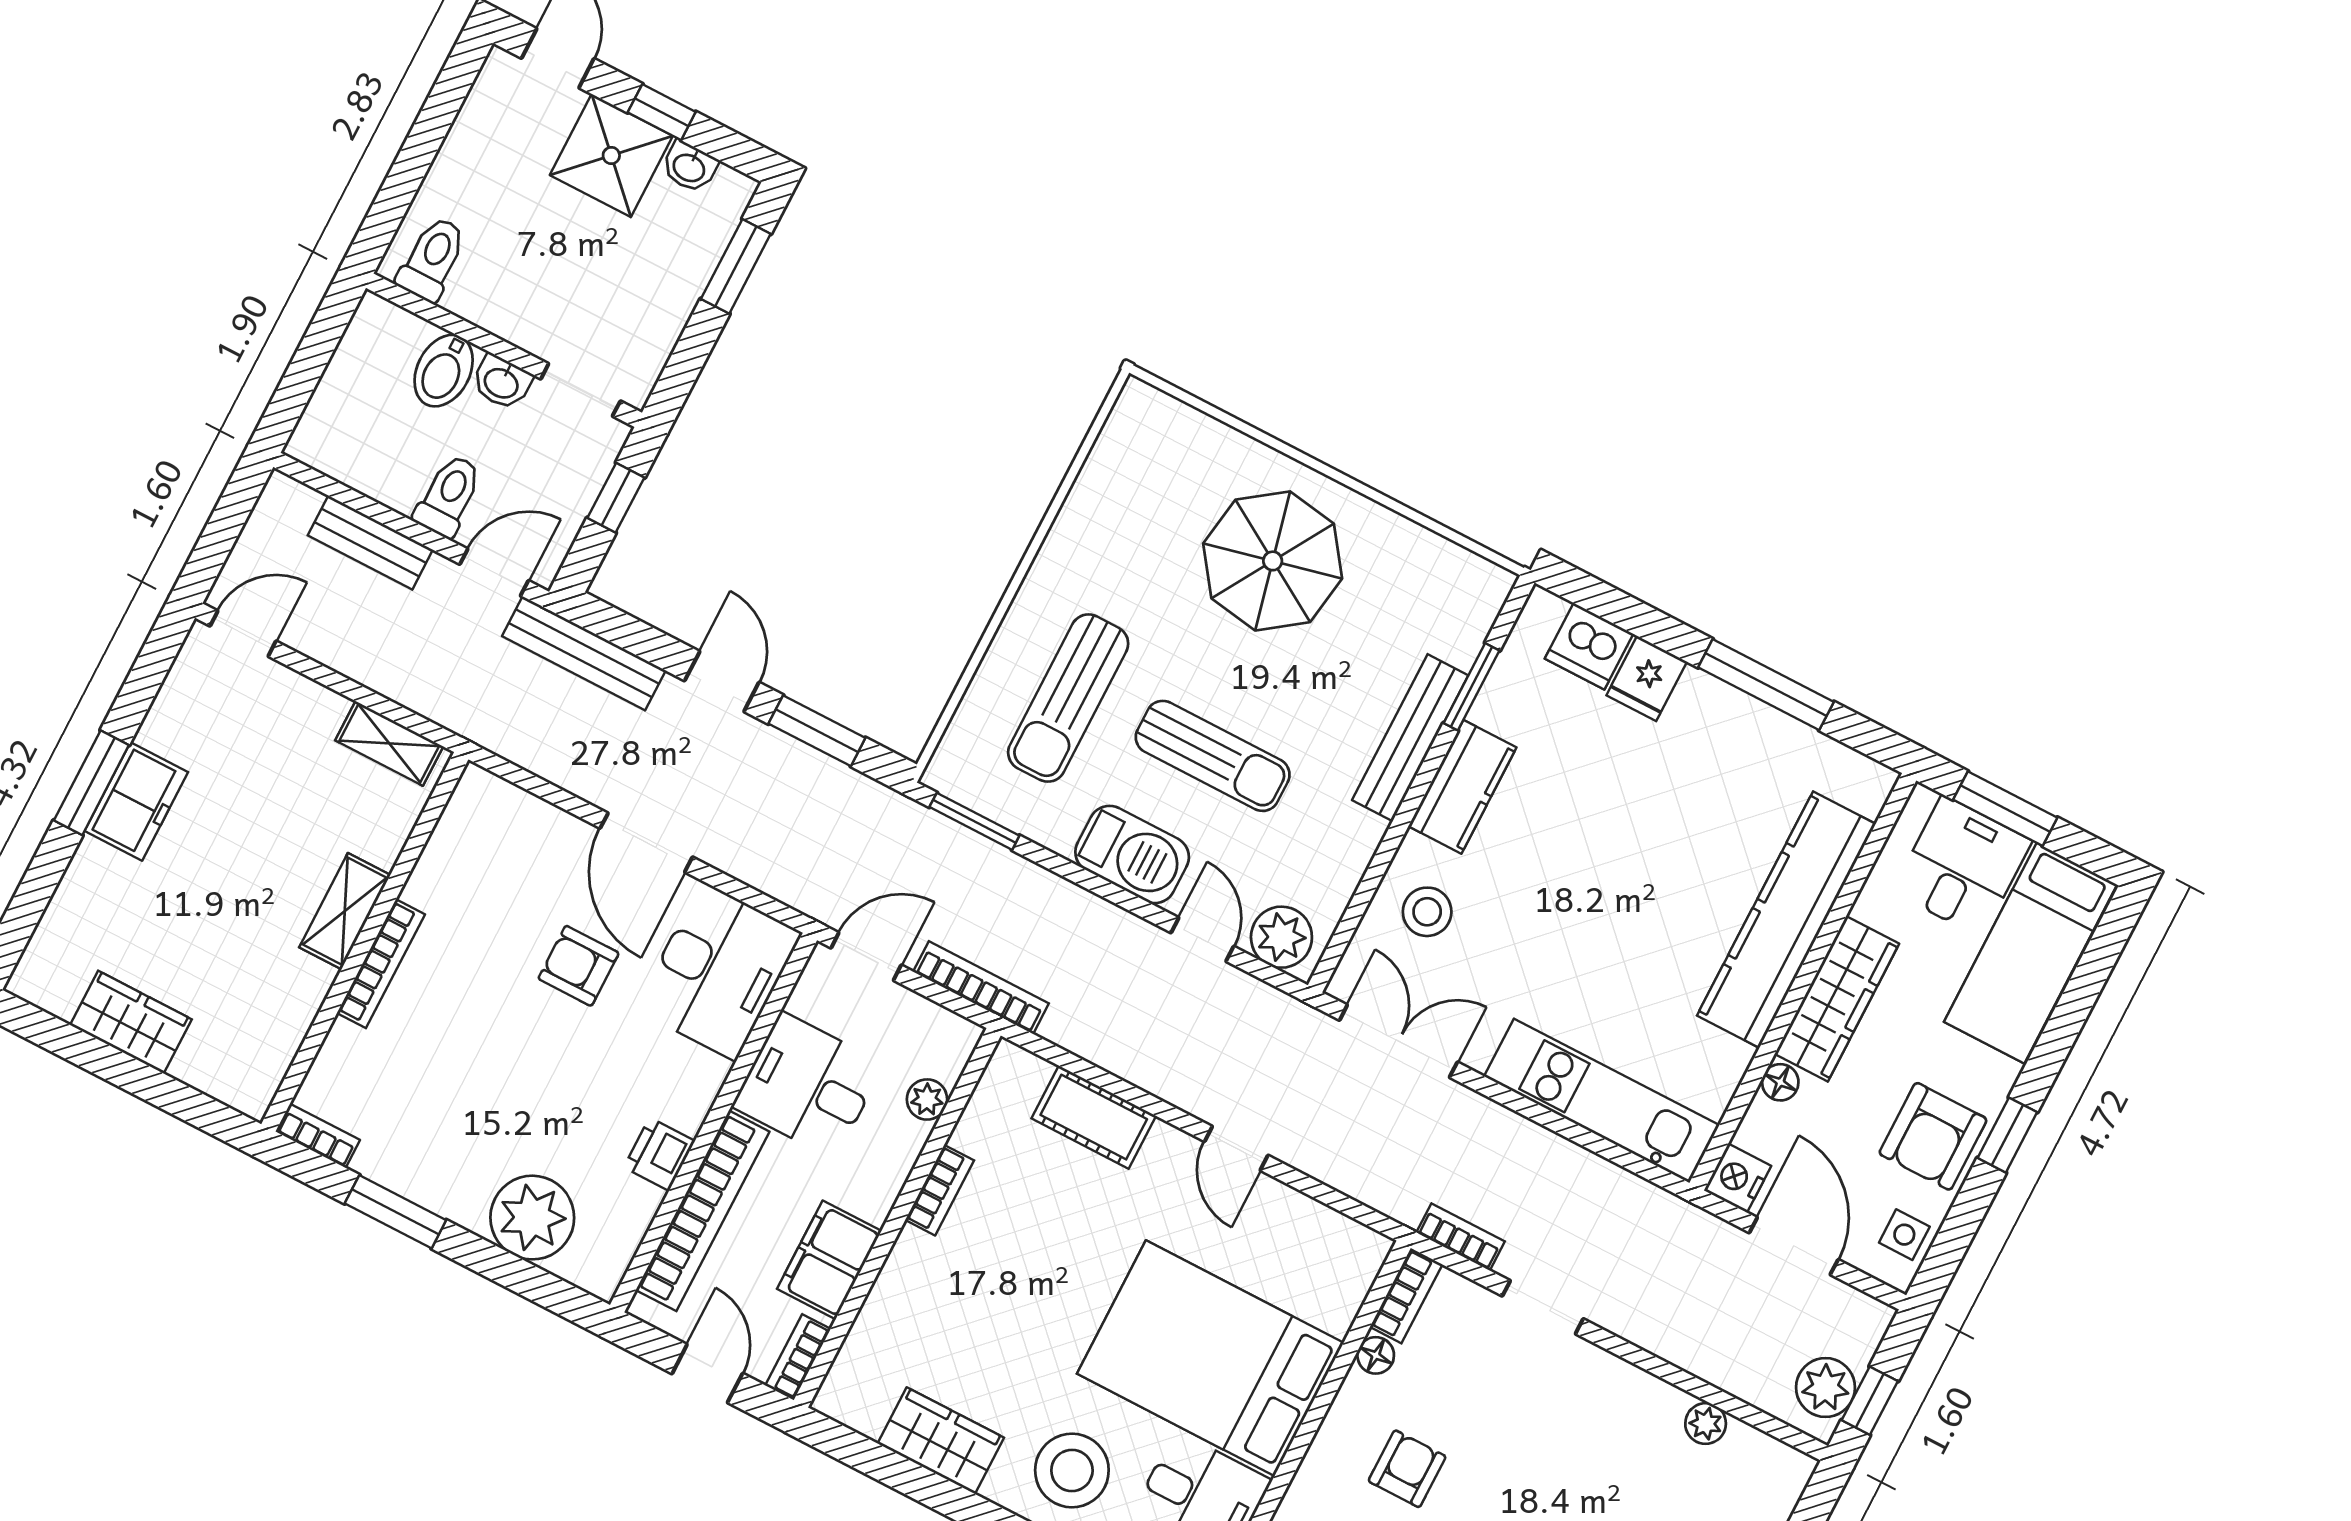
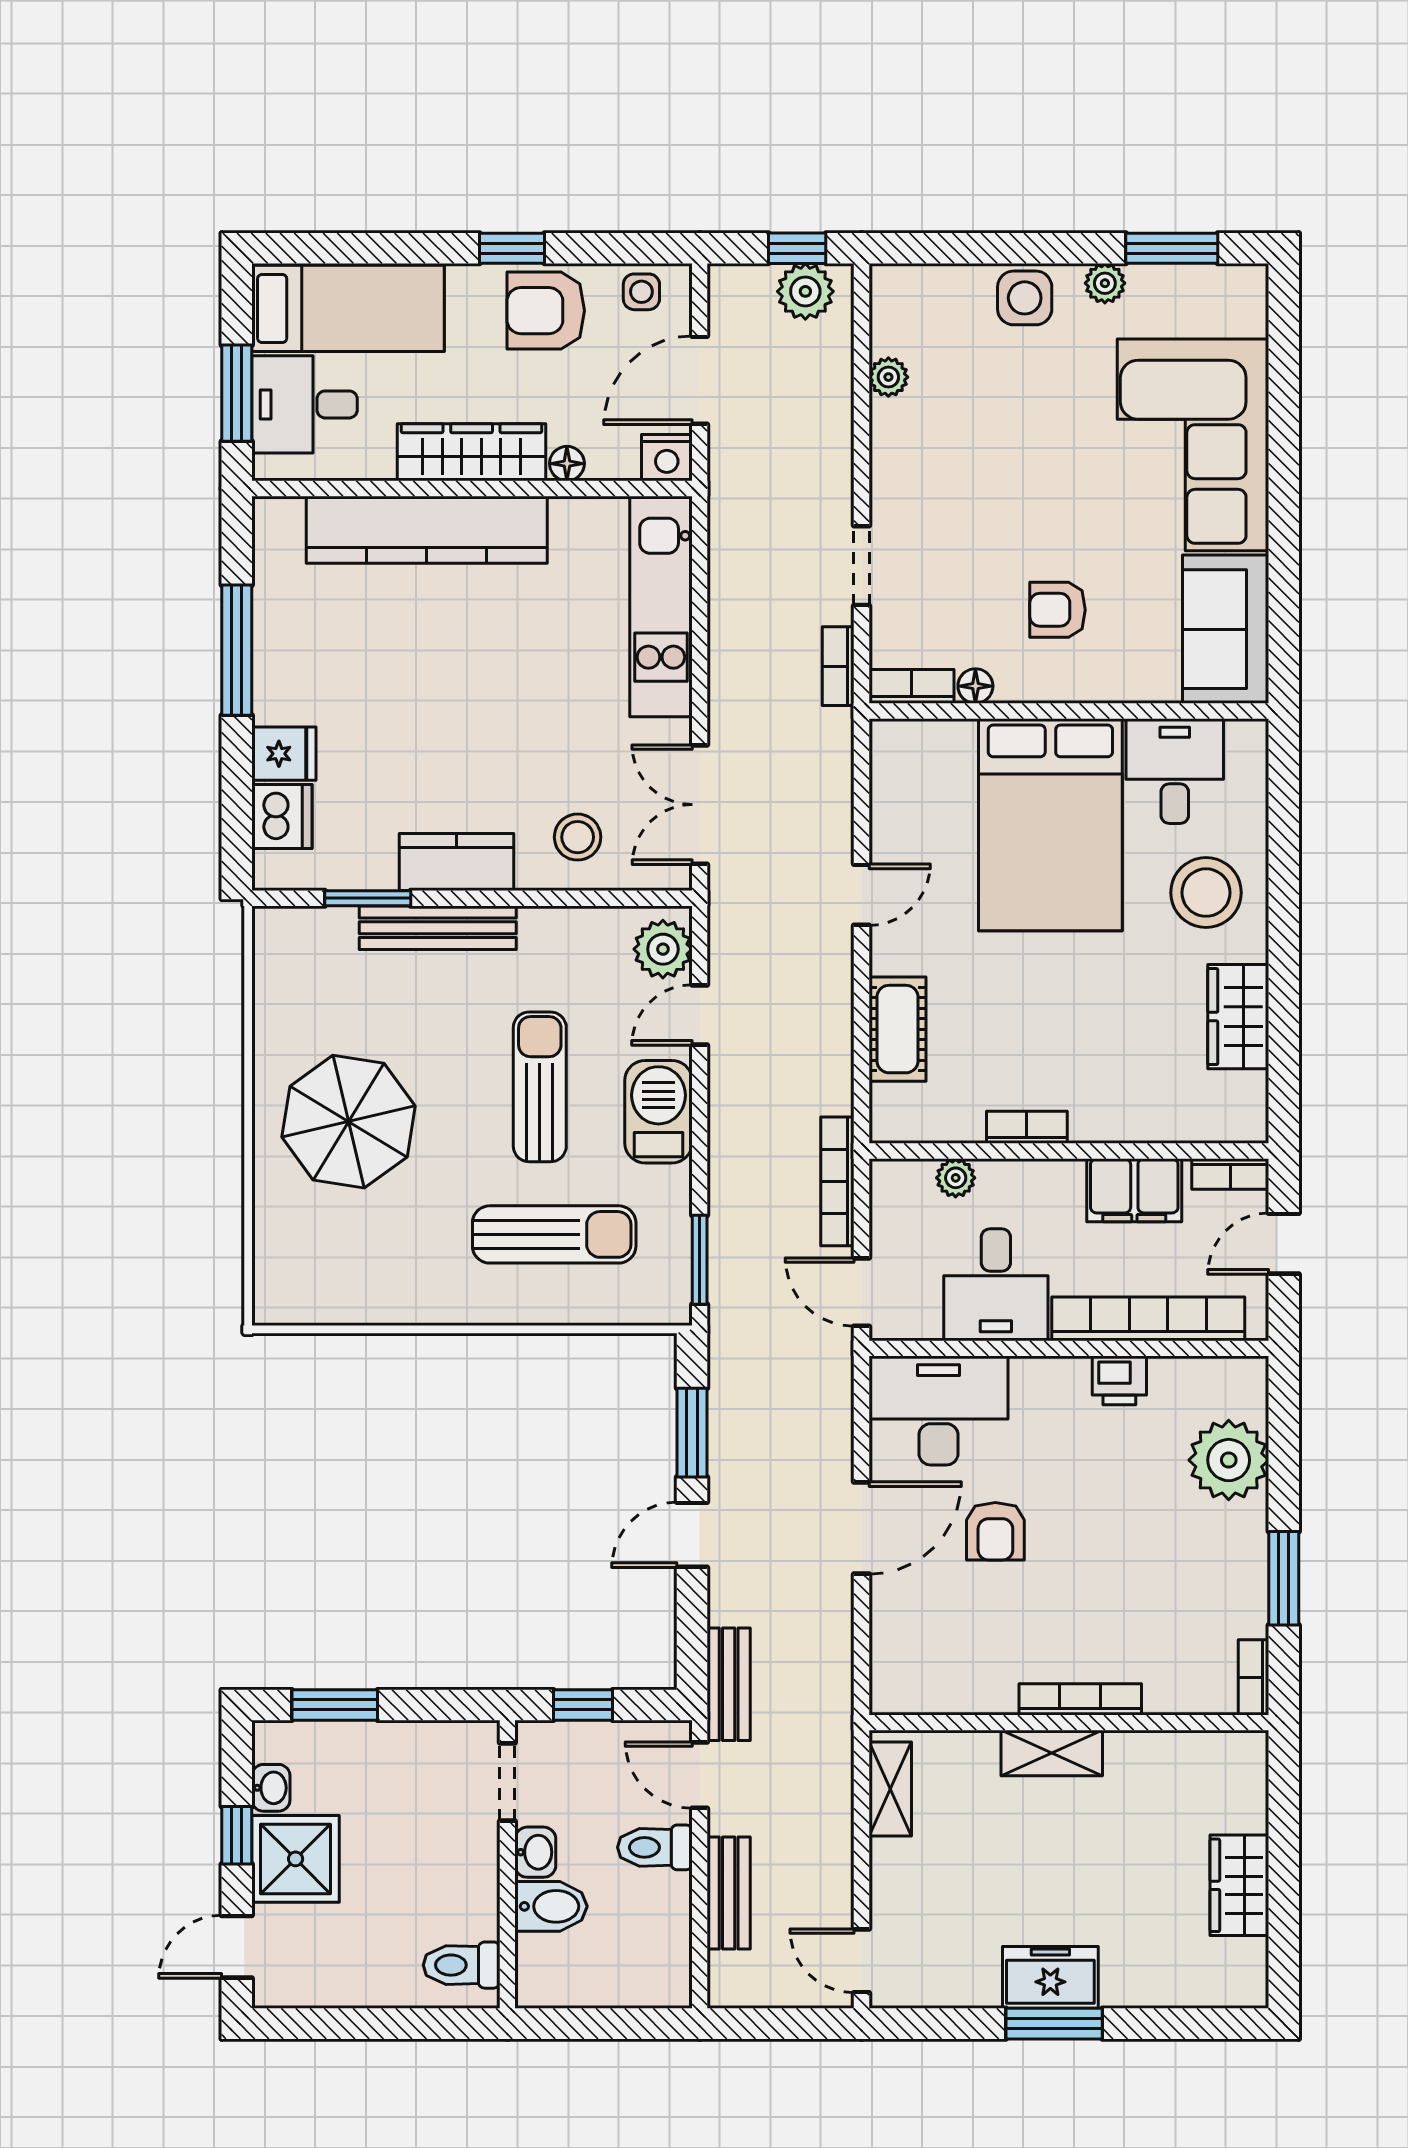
bench: (584, 653) -> (729, 1684), width x0.73
armchair: (1933, 1136) -> (546, 311), turned 180

